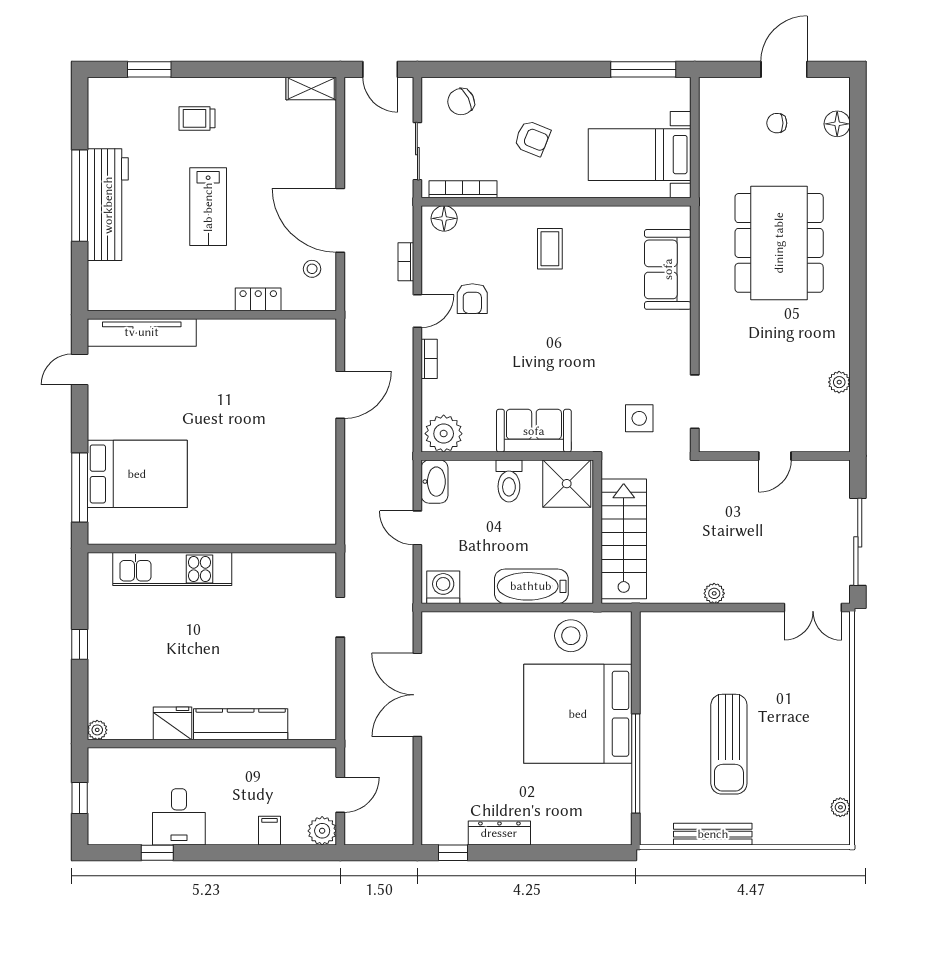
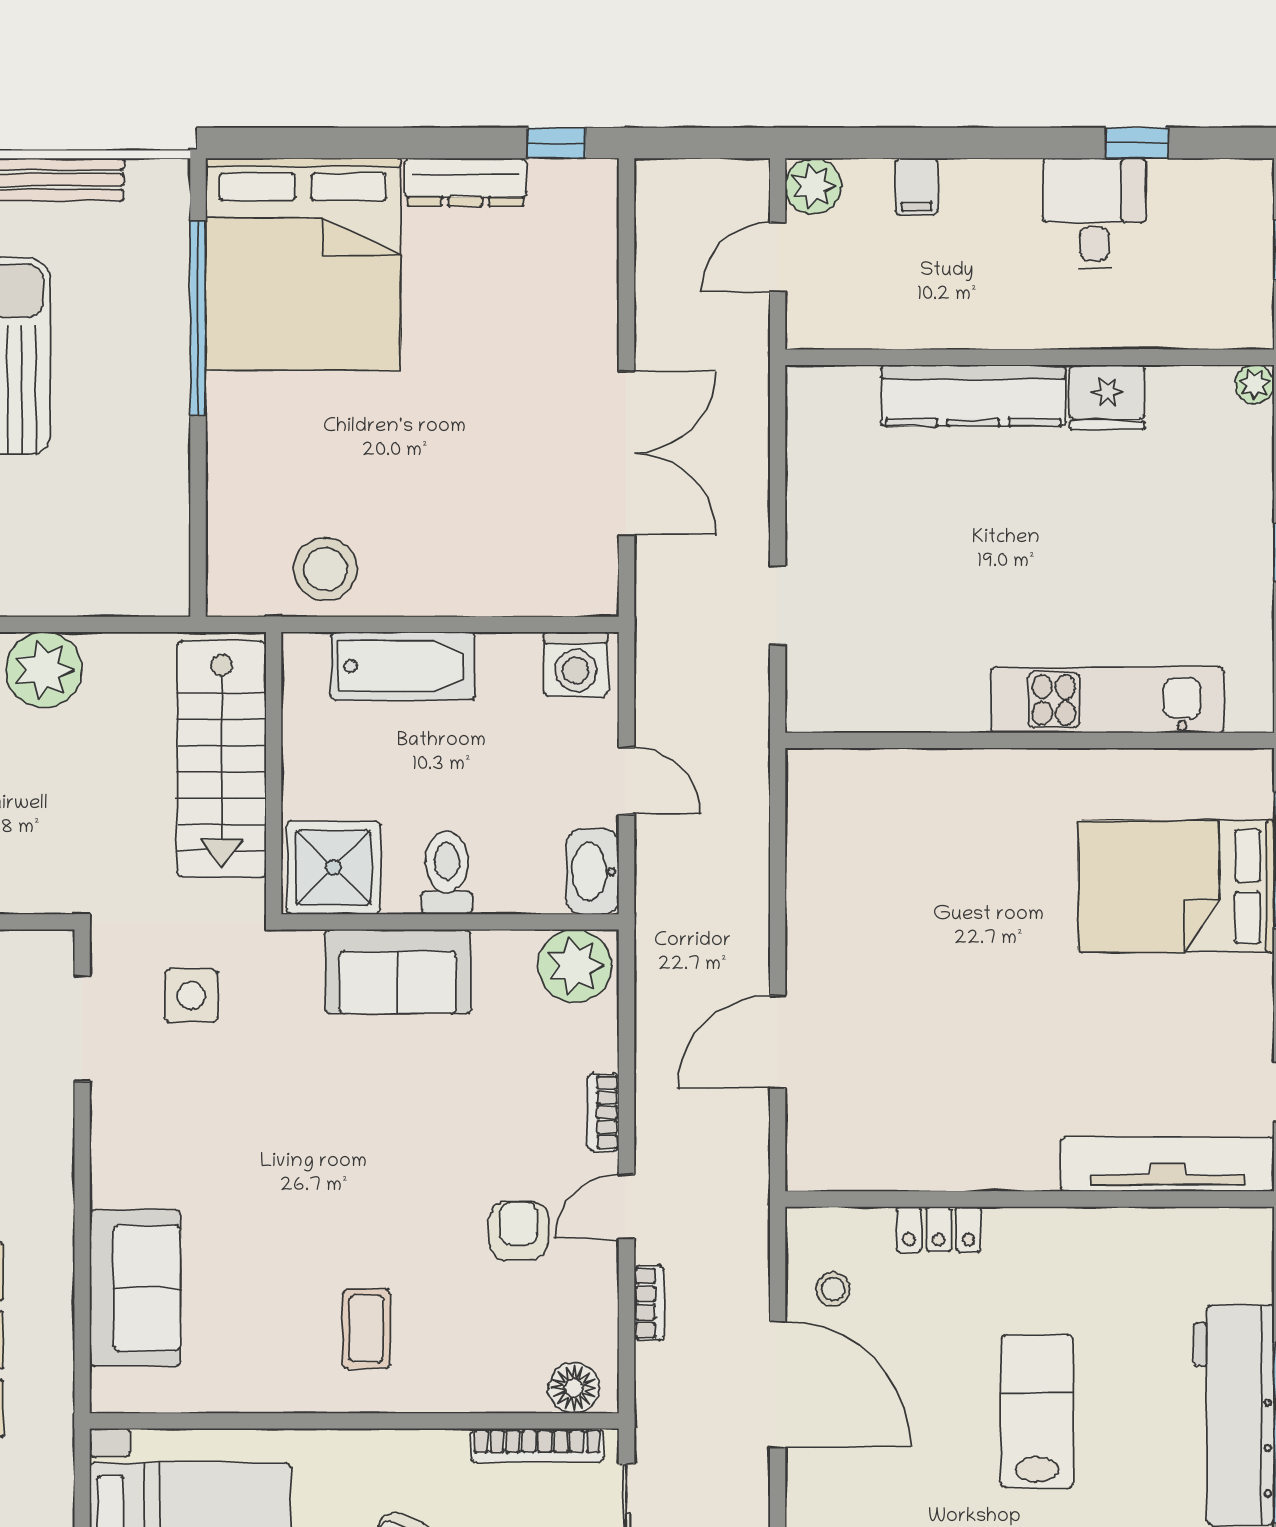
plant: (714, 593) -> (44, 670), width x1.87, depth x1.87
bed: (578, 714) -> (303, 264), moved, turned 90

